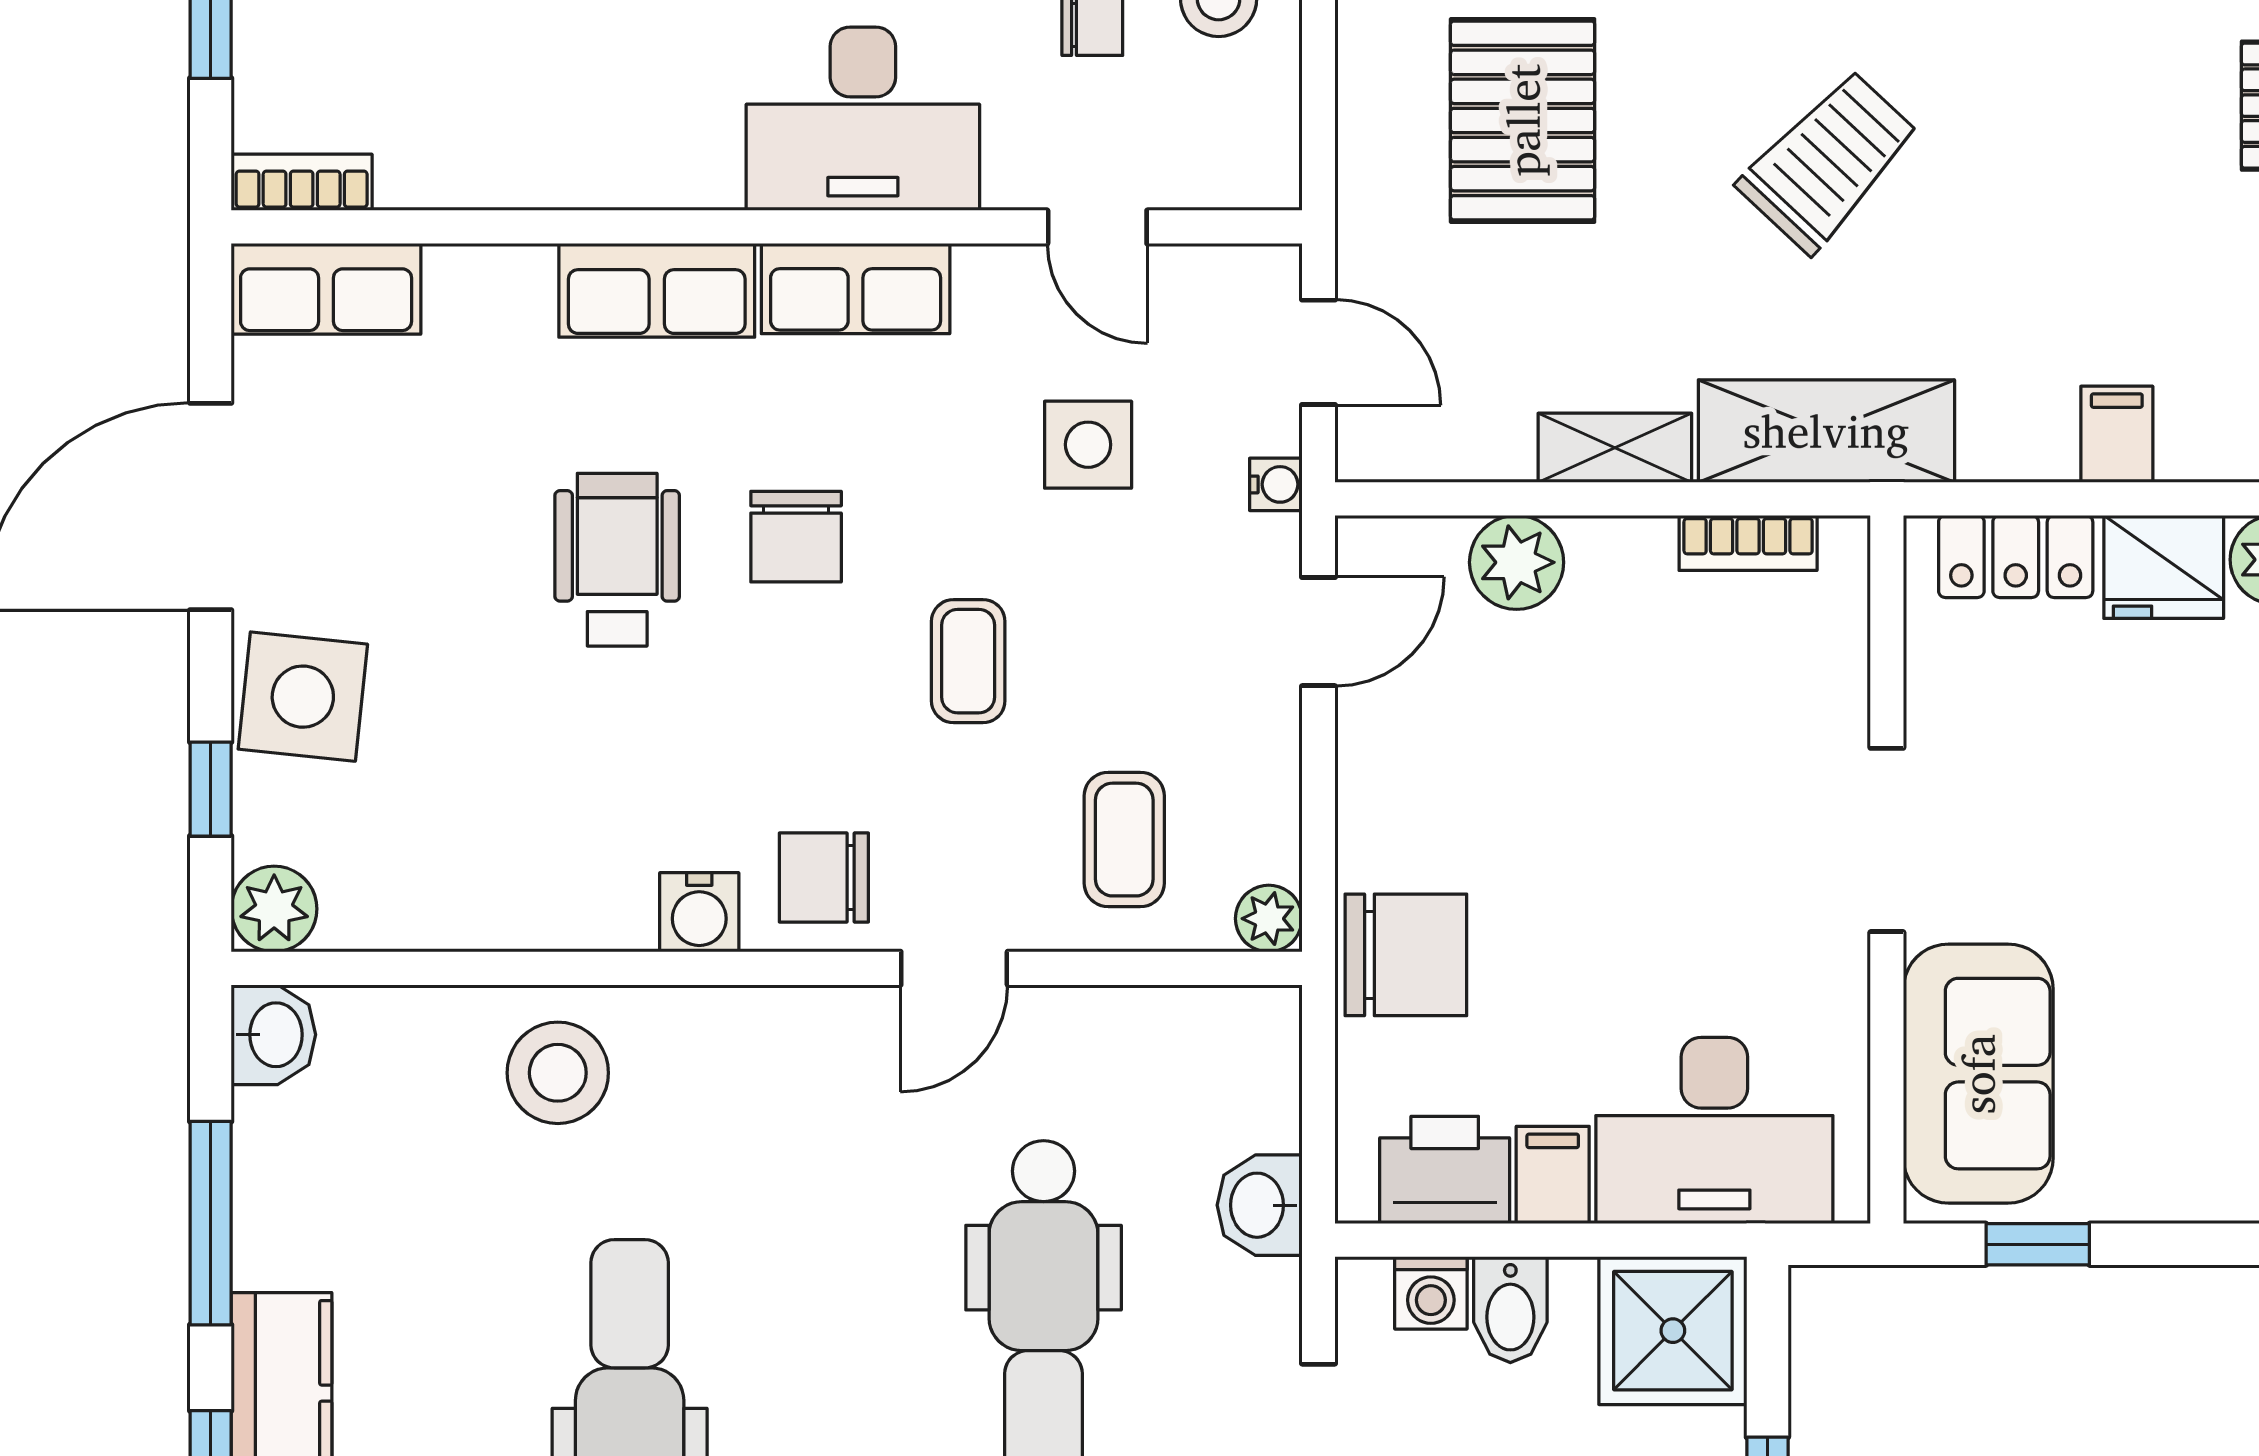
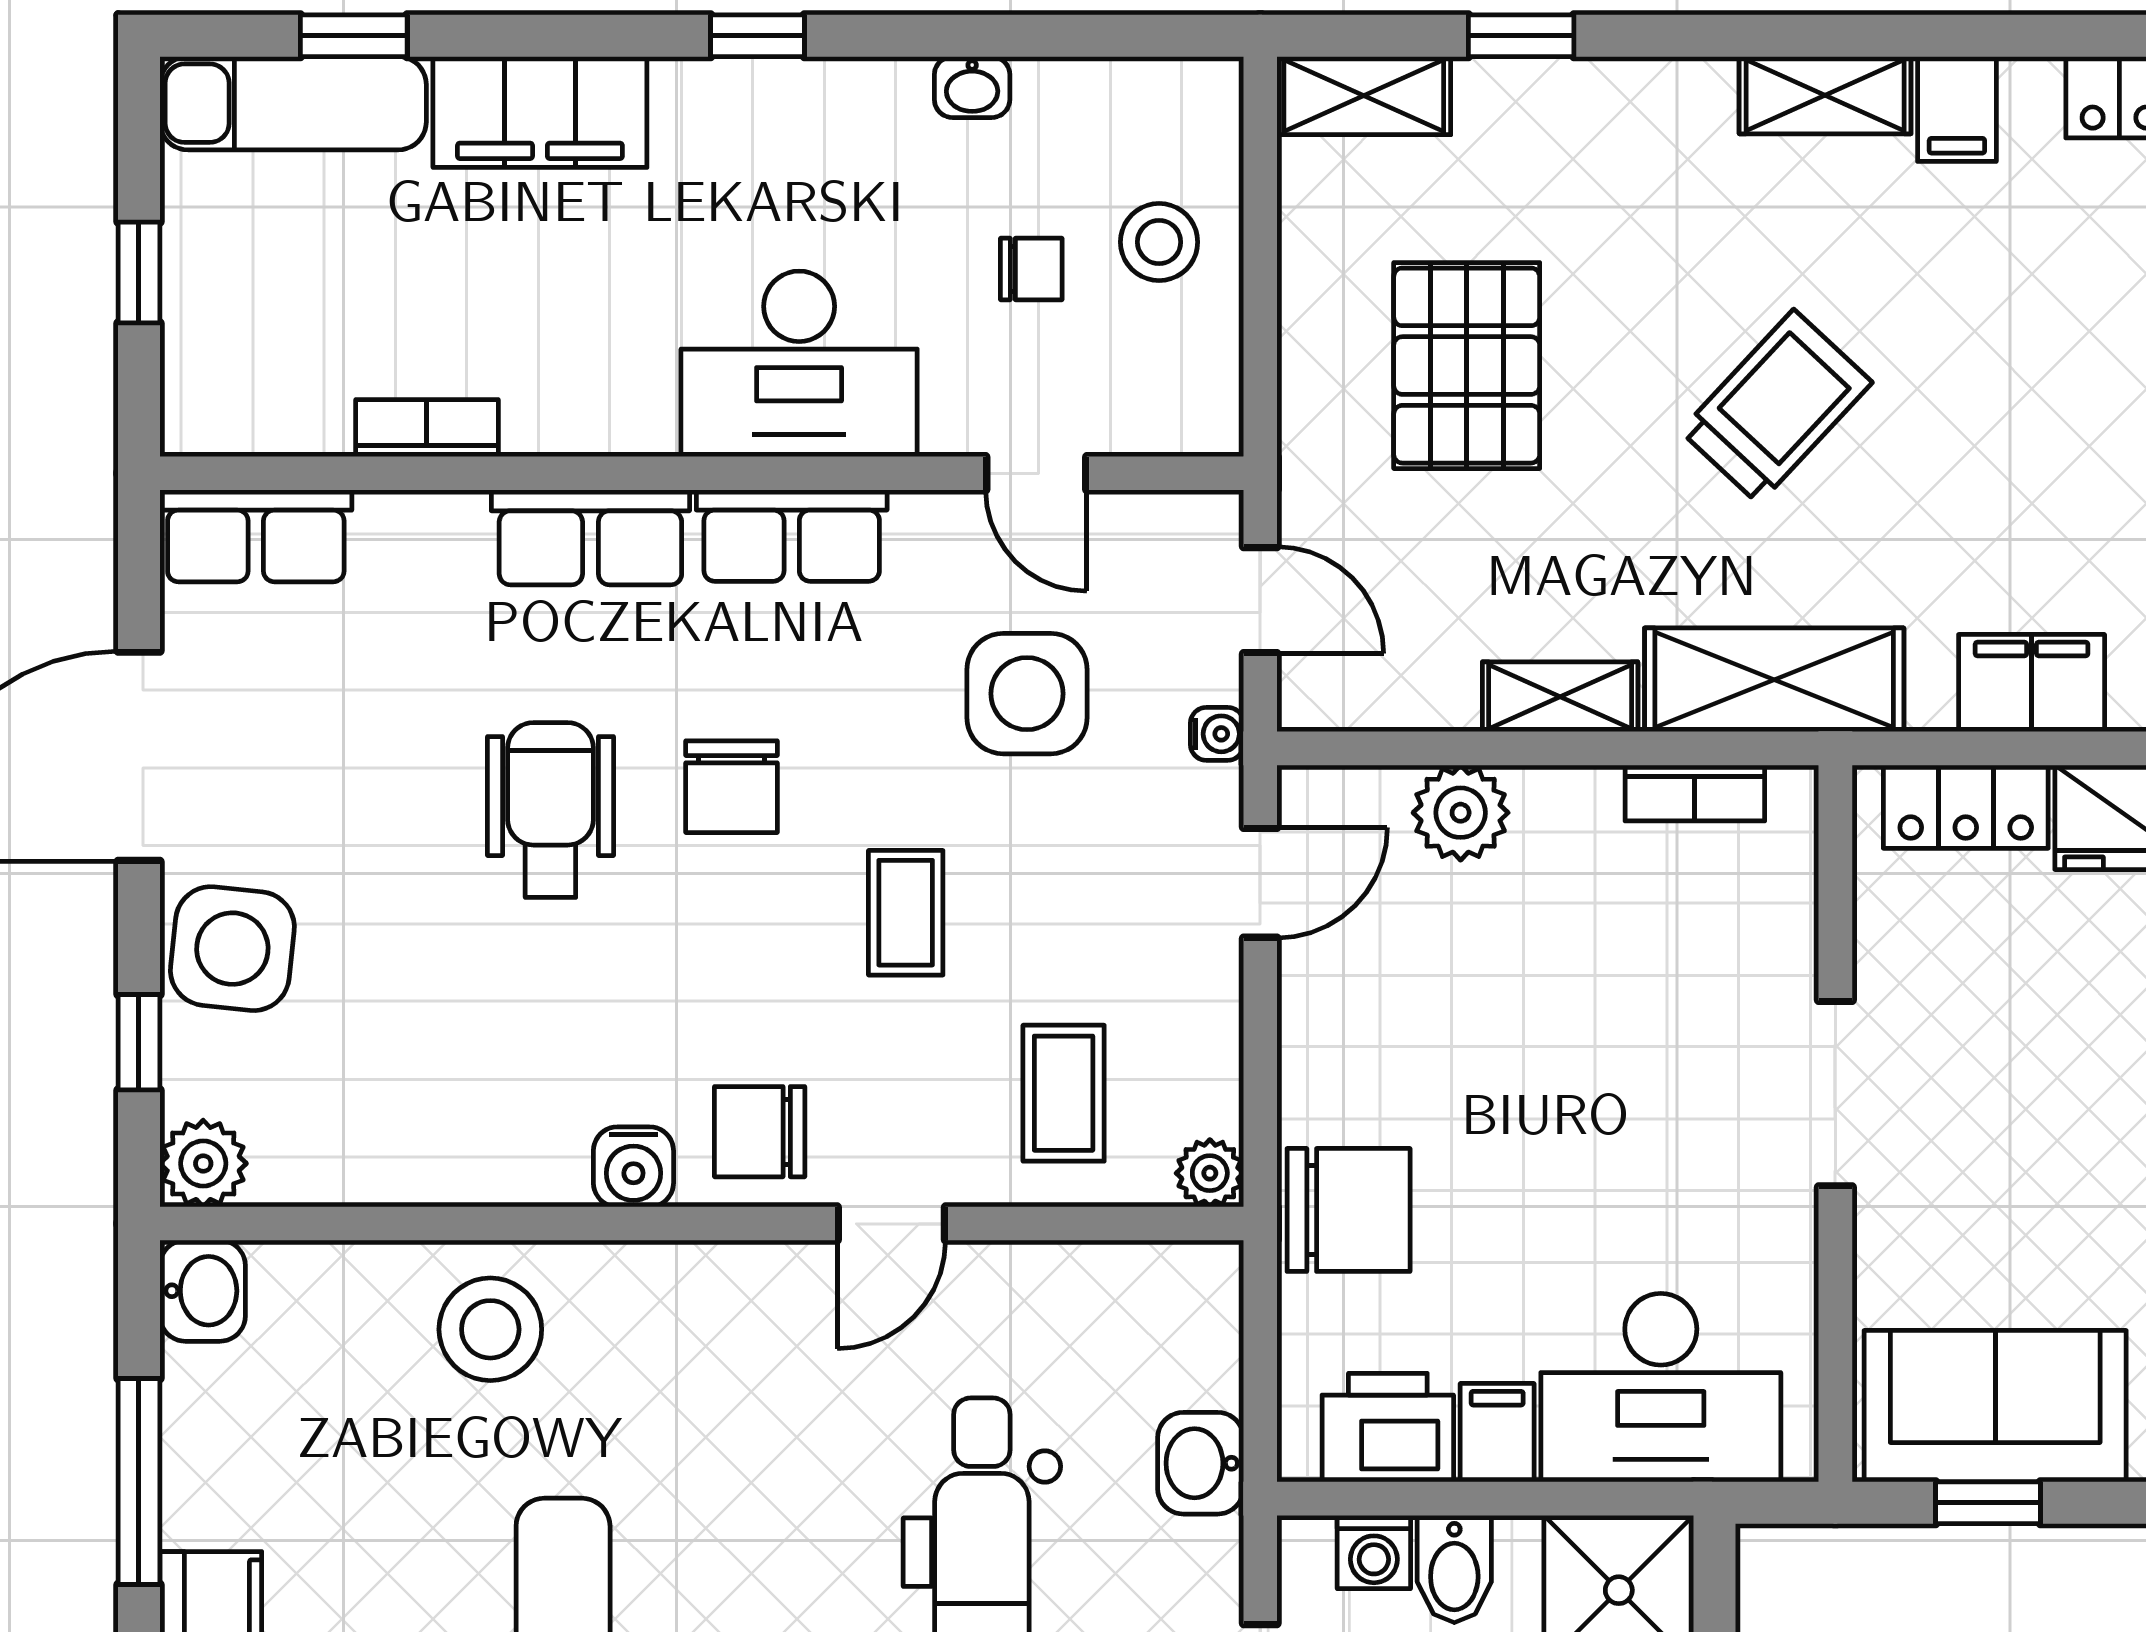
bookcase: (302, 182) -> (427, 428), moved
filing cabinet: (2117, 434) -> (2032, 683), width x2.00
side table: (1088, 445) -> (1027, 694), width x1.37, depth x1.37
sofa: (1978, 1074) -> (1995, 1406), moved, turned -90

